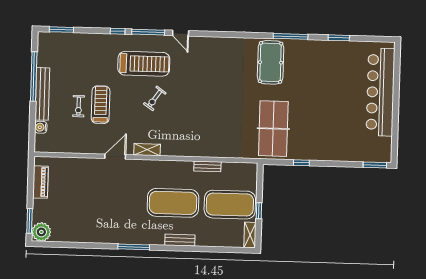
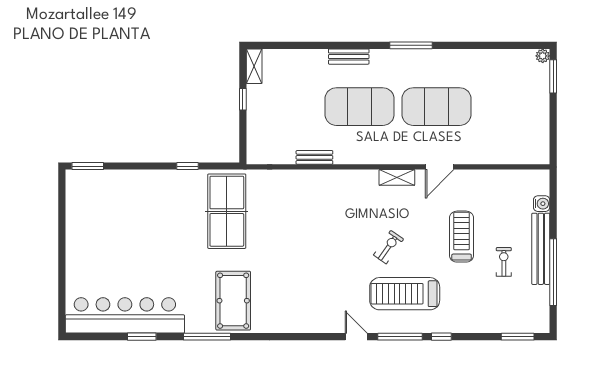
bar counter: (380, 92) -> (125, 315), moved, turned -90
treadmill: (101, 105) -> (462, 237), turned 180
exercise bike: (79, 106) -> (504, 262), moved
piano: (40, 182) -> (540, 129), removed
exercise mat: (230, 205) -> (436, 107), moved
plant: (41, 232) -> (543, 56), width x0.53, depth x0.53

